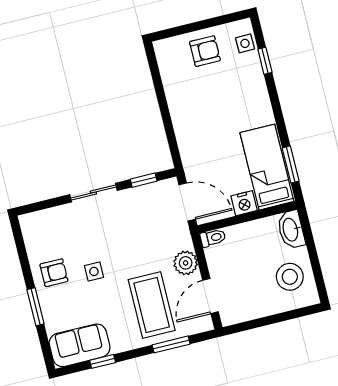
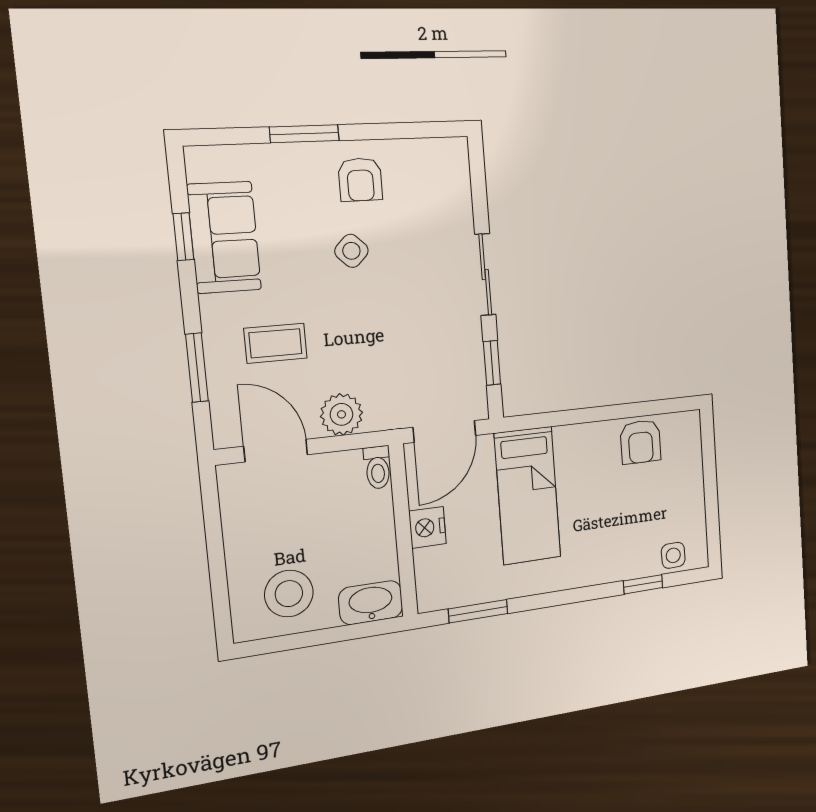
armchair: (205, 51) -> (641, 442), moved
bed: (267, 167) -> (528, 496), moved, turned 90
side table: (94, 271) -> (351, 251), turned 45
coffee table: (152, 305) -> (276, 343), width x0.54, depth x0.58
sofa: (80, 345) -> (224, 237), moved

